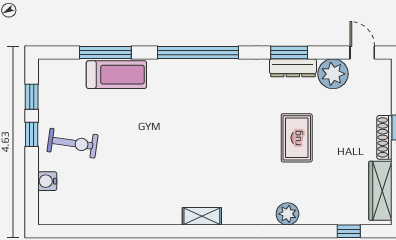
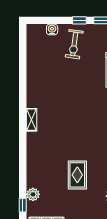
rug: (297, 138) -> (77, 175), turned 90
plant: (287, 214) -> (33, 194), moved

